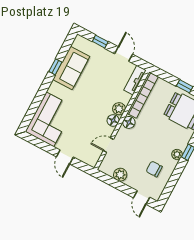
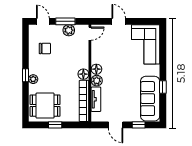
sofa: (71, 68) -> (150, 99), width x1.36
tv unit: (135, 80) -> (96, 99), moved
door: (108, 145) -> (90, 34), moved
plant: (177, 154) -> (33, 79), moved
window: (119, 185) -> (65, 21), added

